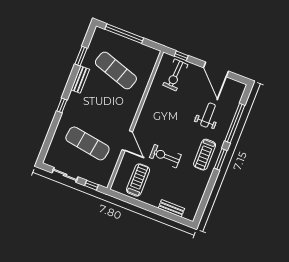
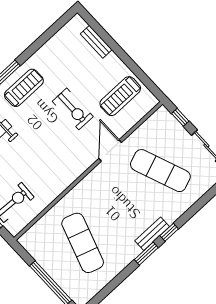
window: (81, 56) -> (146, 254), moved
bench: (80, 80) -> (152, 234), moved
exercise mat: (87, 143) -> (160, 171), turned -30

